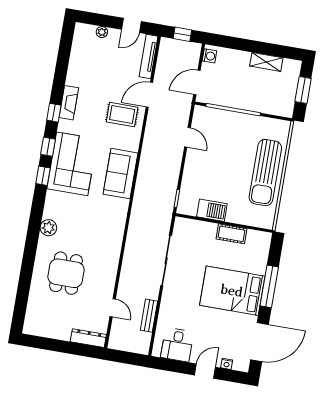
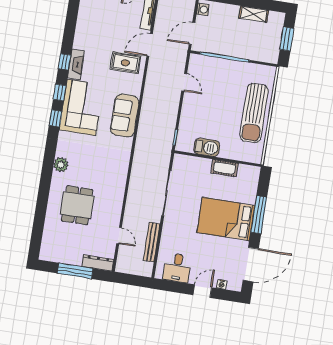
fireplace: (69, 103) -> (76, 64), moved
bench: (149, 316) -> (152, 242), width x1.36
window: (63, 347) -> (75, 271), added

